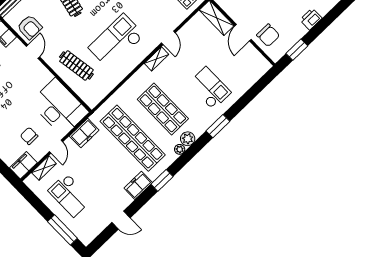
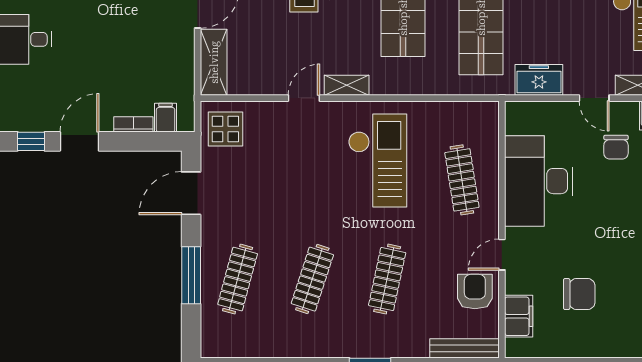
checkout: (116, 41) -> (378, 161), turned -90
desk: (59, 107) -> (539, 181), moved
door: (56, 147) -> (594, 98), swing flipped

